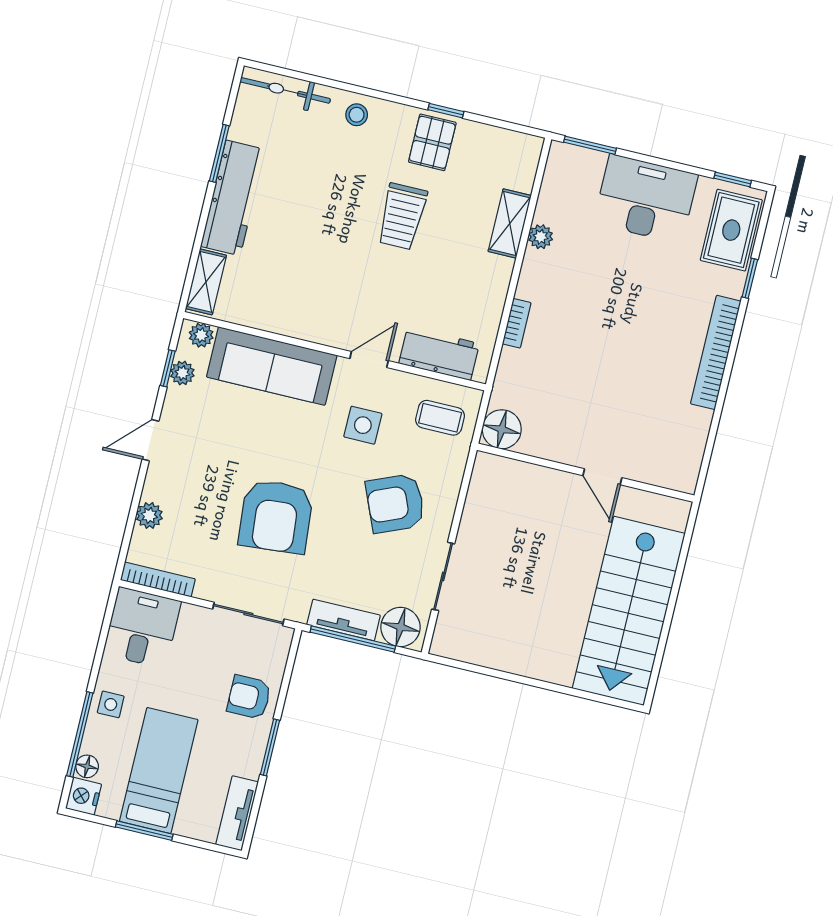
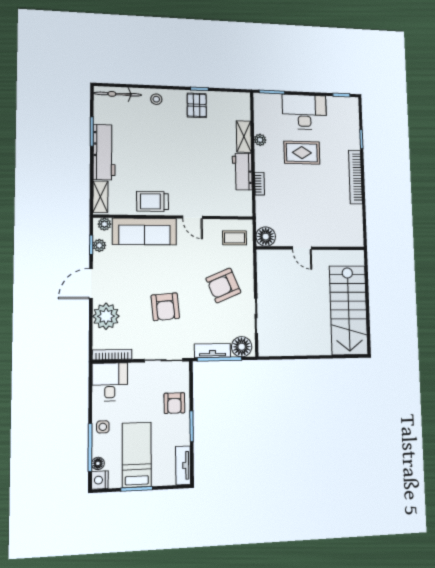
trolley: (402, 216) -> (153, 201), moved, turned 90
rug: (731, 230) -> (302, 153), moved, turned 90
workbench: (439, 353) -> (242, 172), moved, turned -90
door: (369, 360) -> (192, 217), swing flipped
side table: (363, 425) -> (198, 250), removed
door: (151, 440) -> (91, 284), width x1.38
door: (602, 477) -> (302, 248), moved
plant: (149, 515) -> (106, 316), width x1.88, depth x1.88
armchair: (276, 516) -> (165, 307), width x0.73, depth x0.73
armchair: (249, 697) -> (174, 403), turned -90

